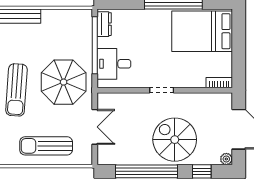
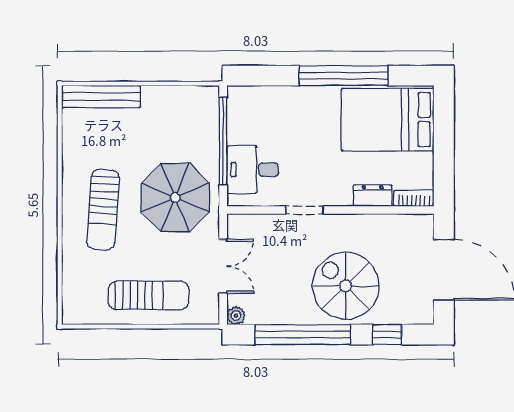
dresser: (104, 24) -> (373, 196), moved, turned -90
doorway: (162, 90) -> (304, 210), moved
sun lounger: (46, 146) -> (148, 295), turned 180
plant: (226, 159) -> (236, 316), moved

